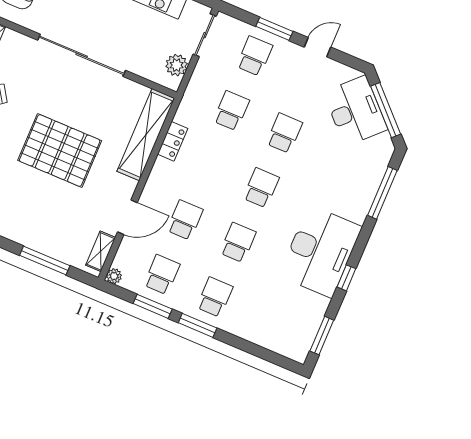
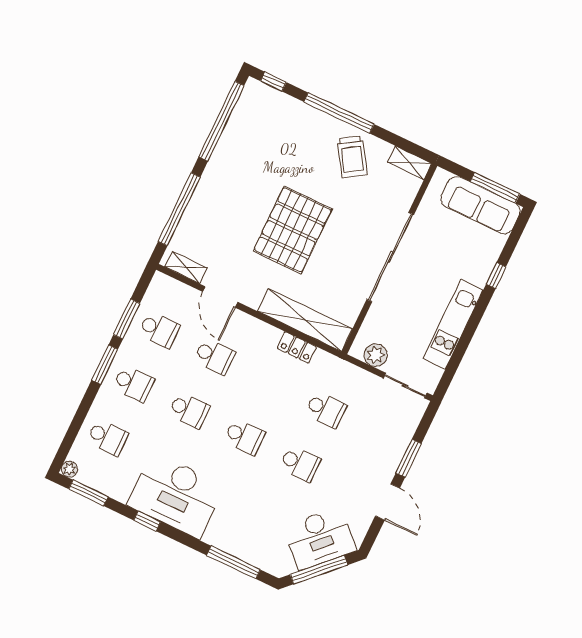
door: (317, 47) -> (388, 502), width x1.38
school desk: (255, 56) -> (108, 438), moved
window: (45, 261) -> (179, 209), width x1.46
plant: (114, 276) -> (69, 469), moved

